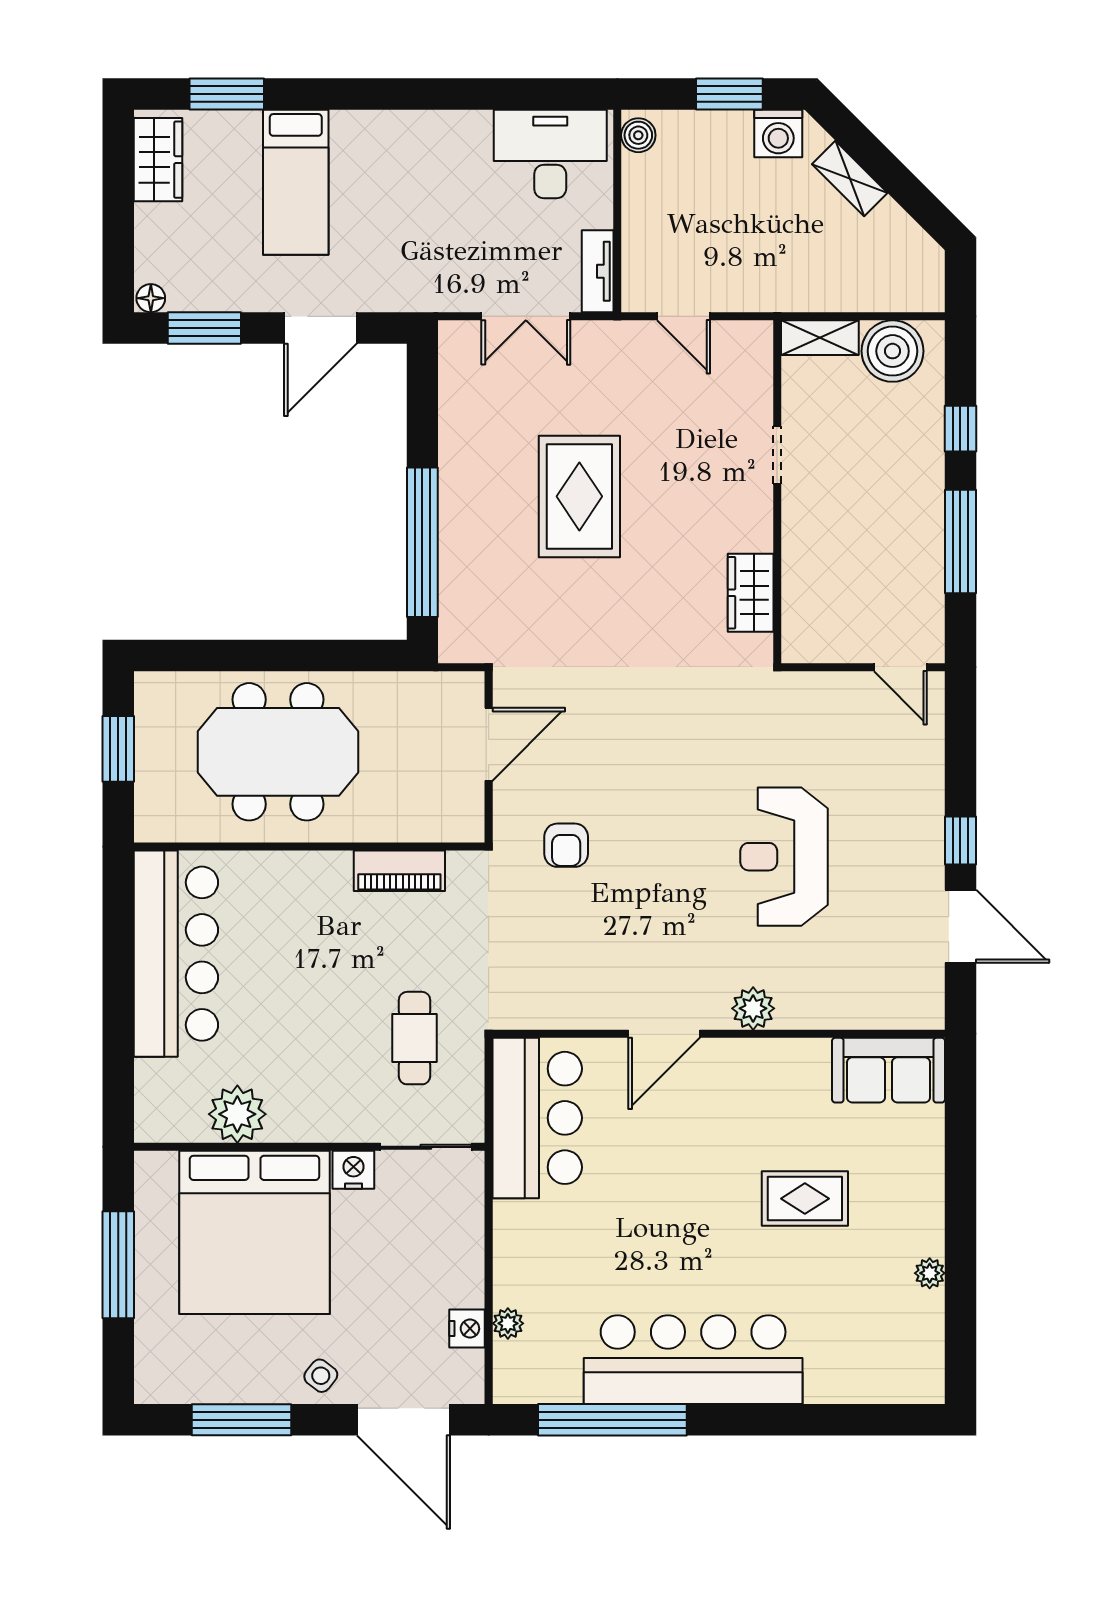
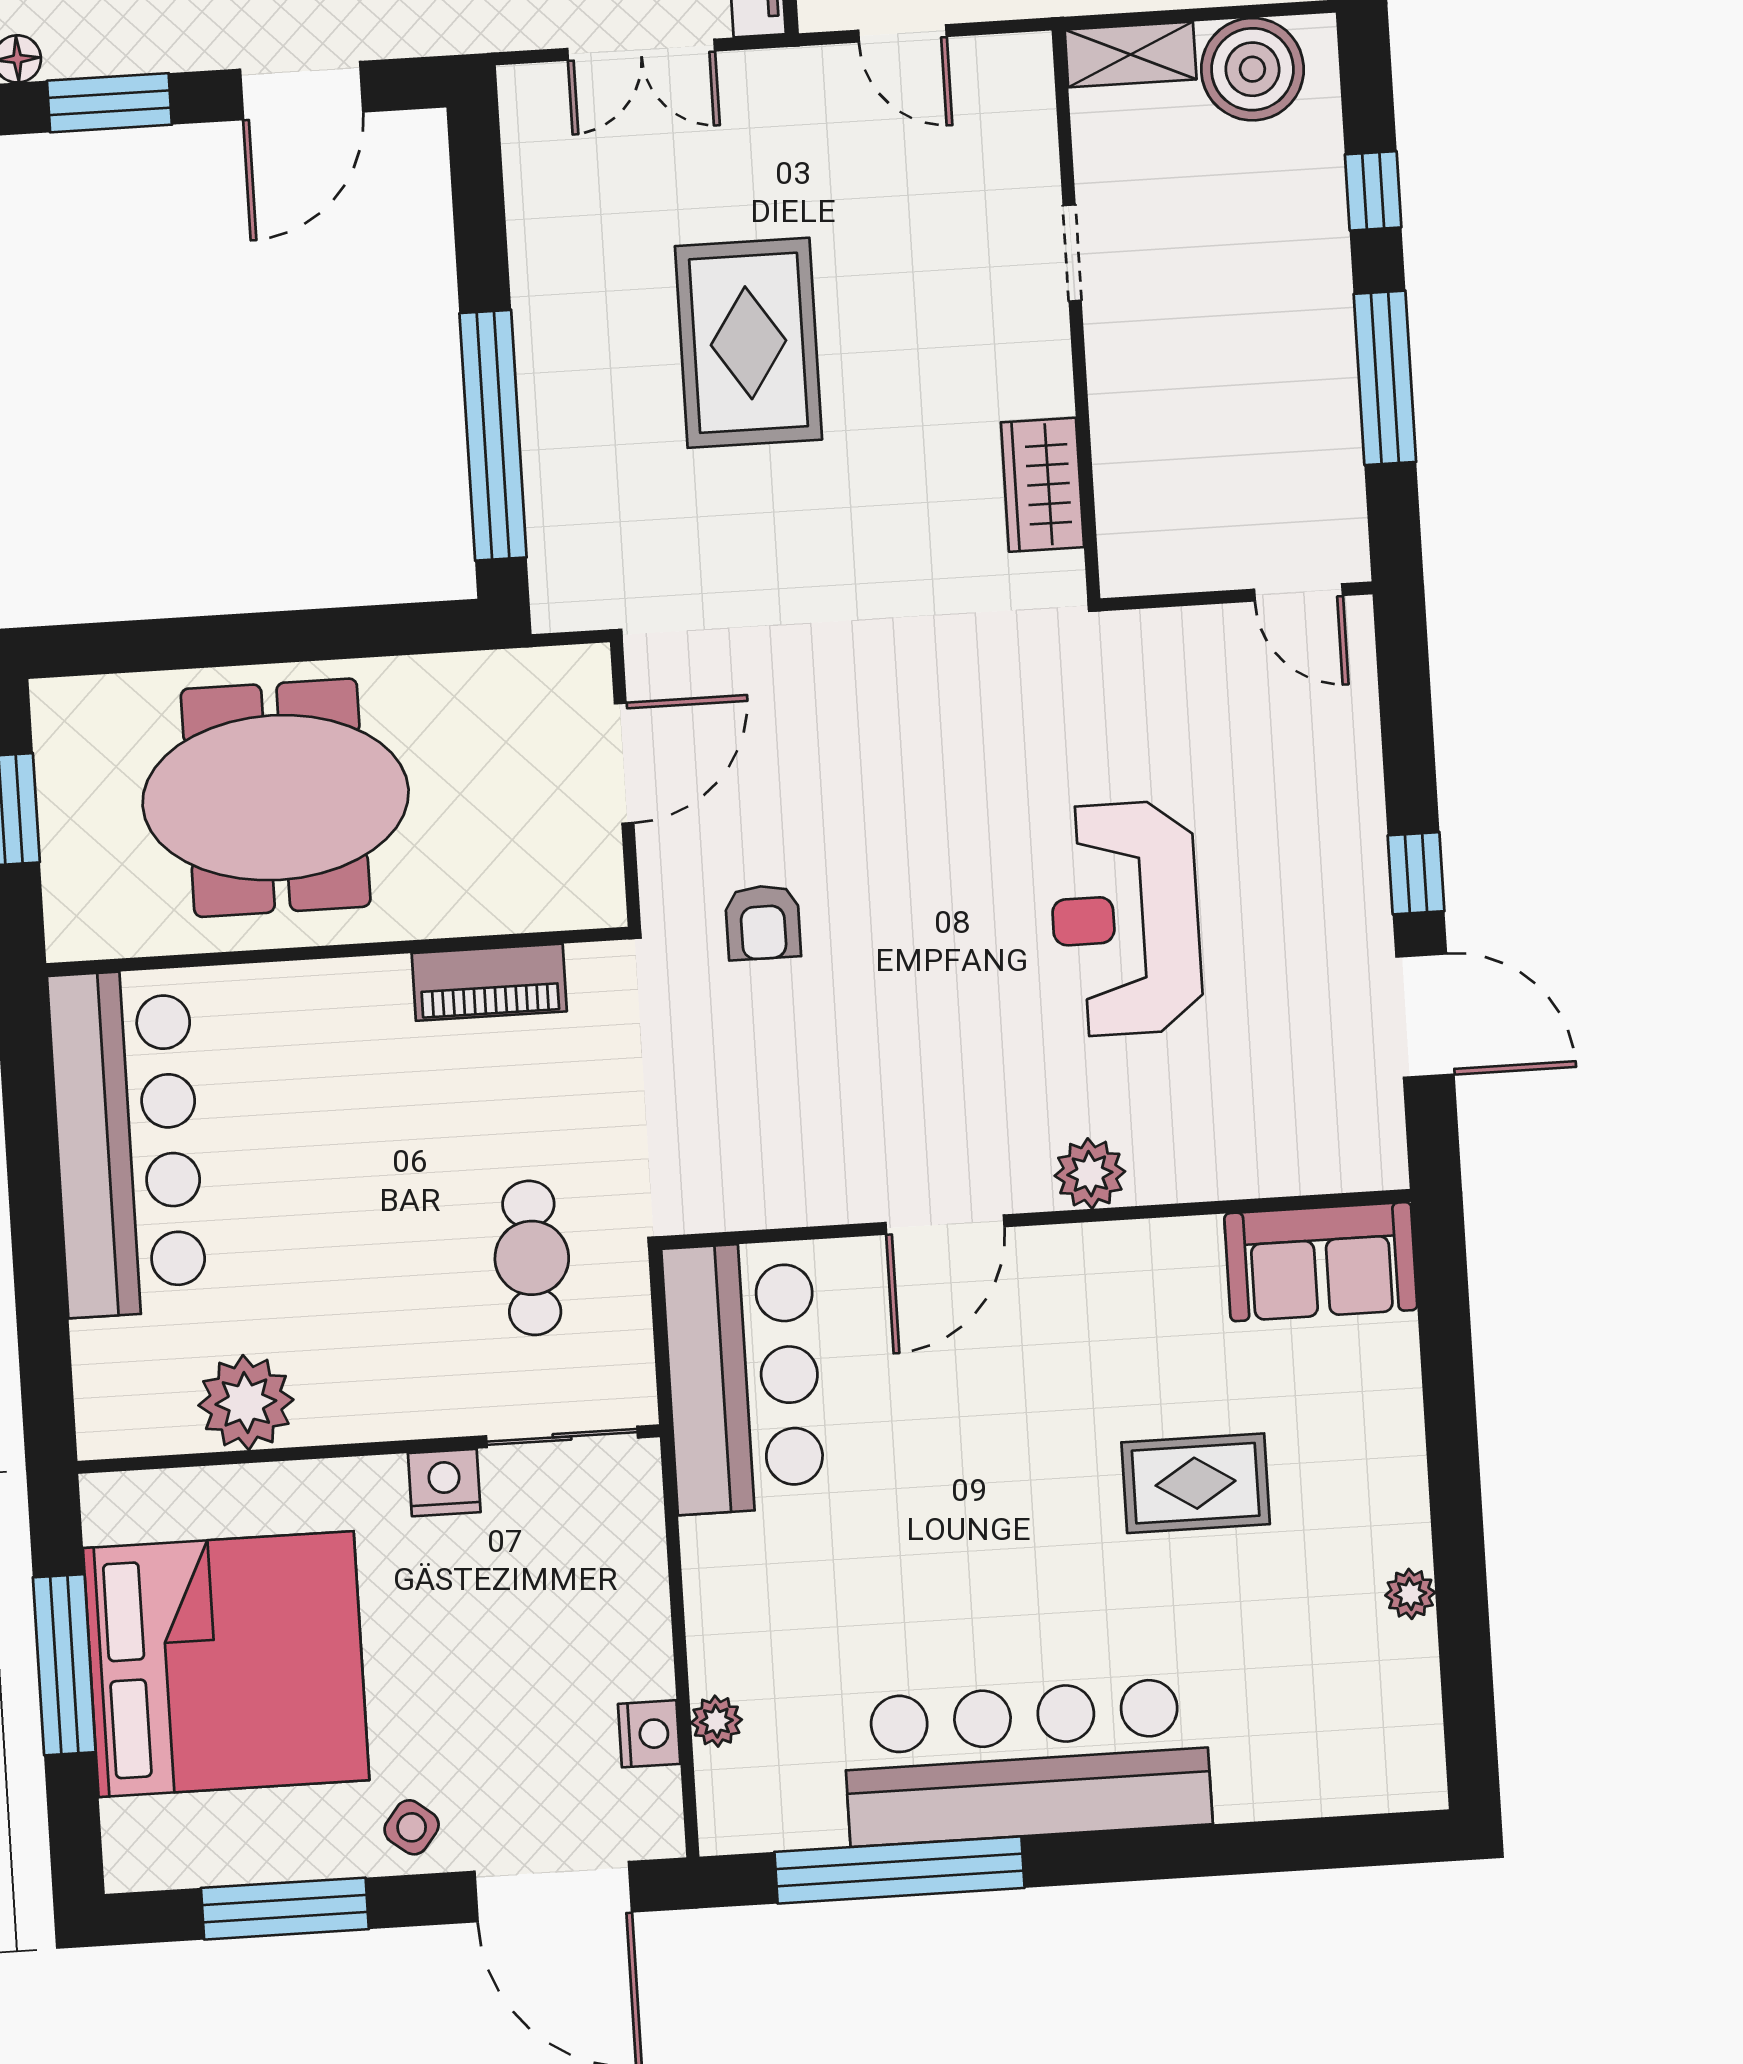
bed: (254, 1232) -> (226, 1664), moved, turned -90

